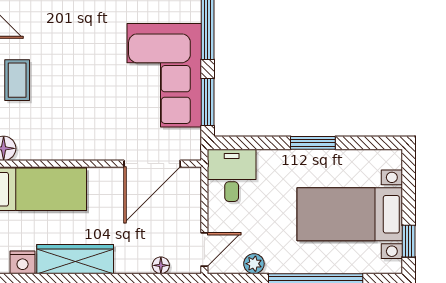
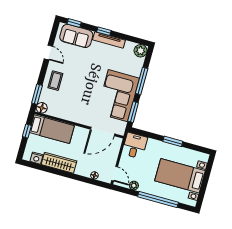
window: (409, 241) -> (202, 194), removed
door: (204, 249) -> (115, 174), hinge flipped

